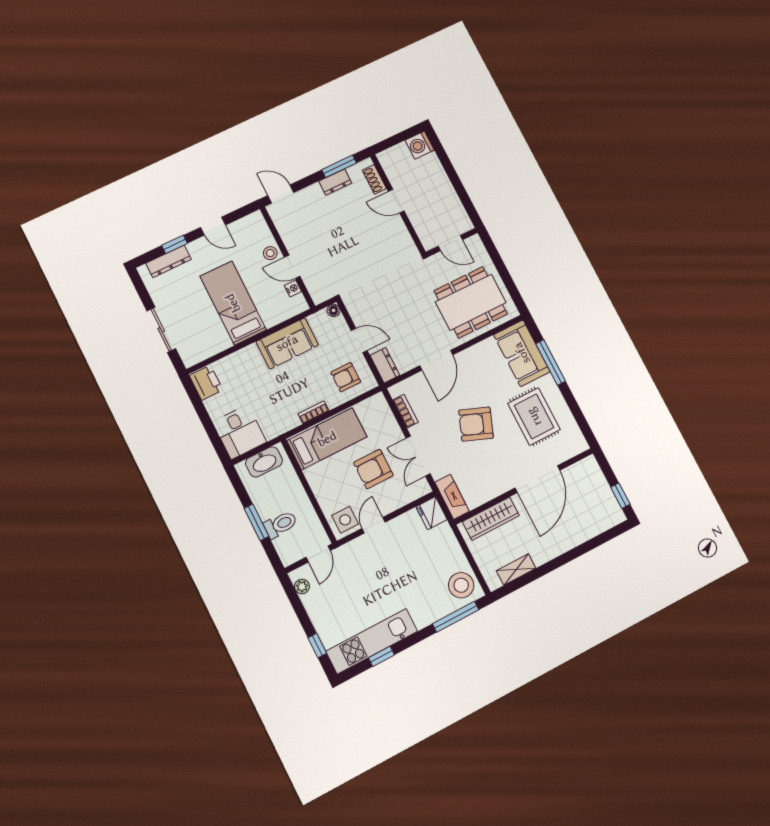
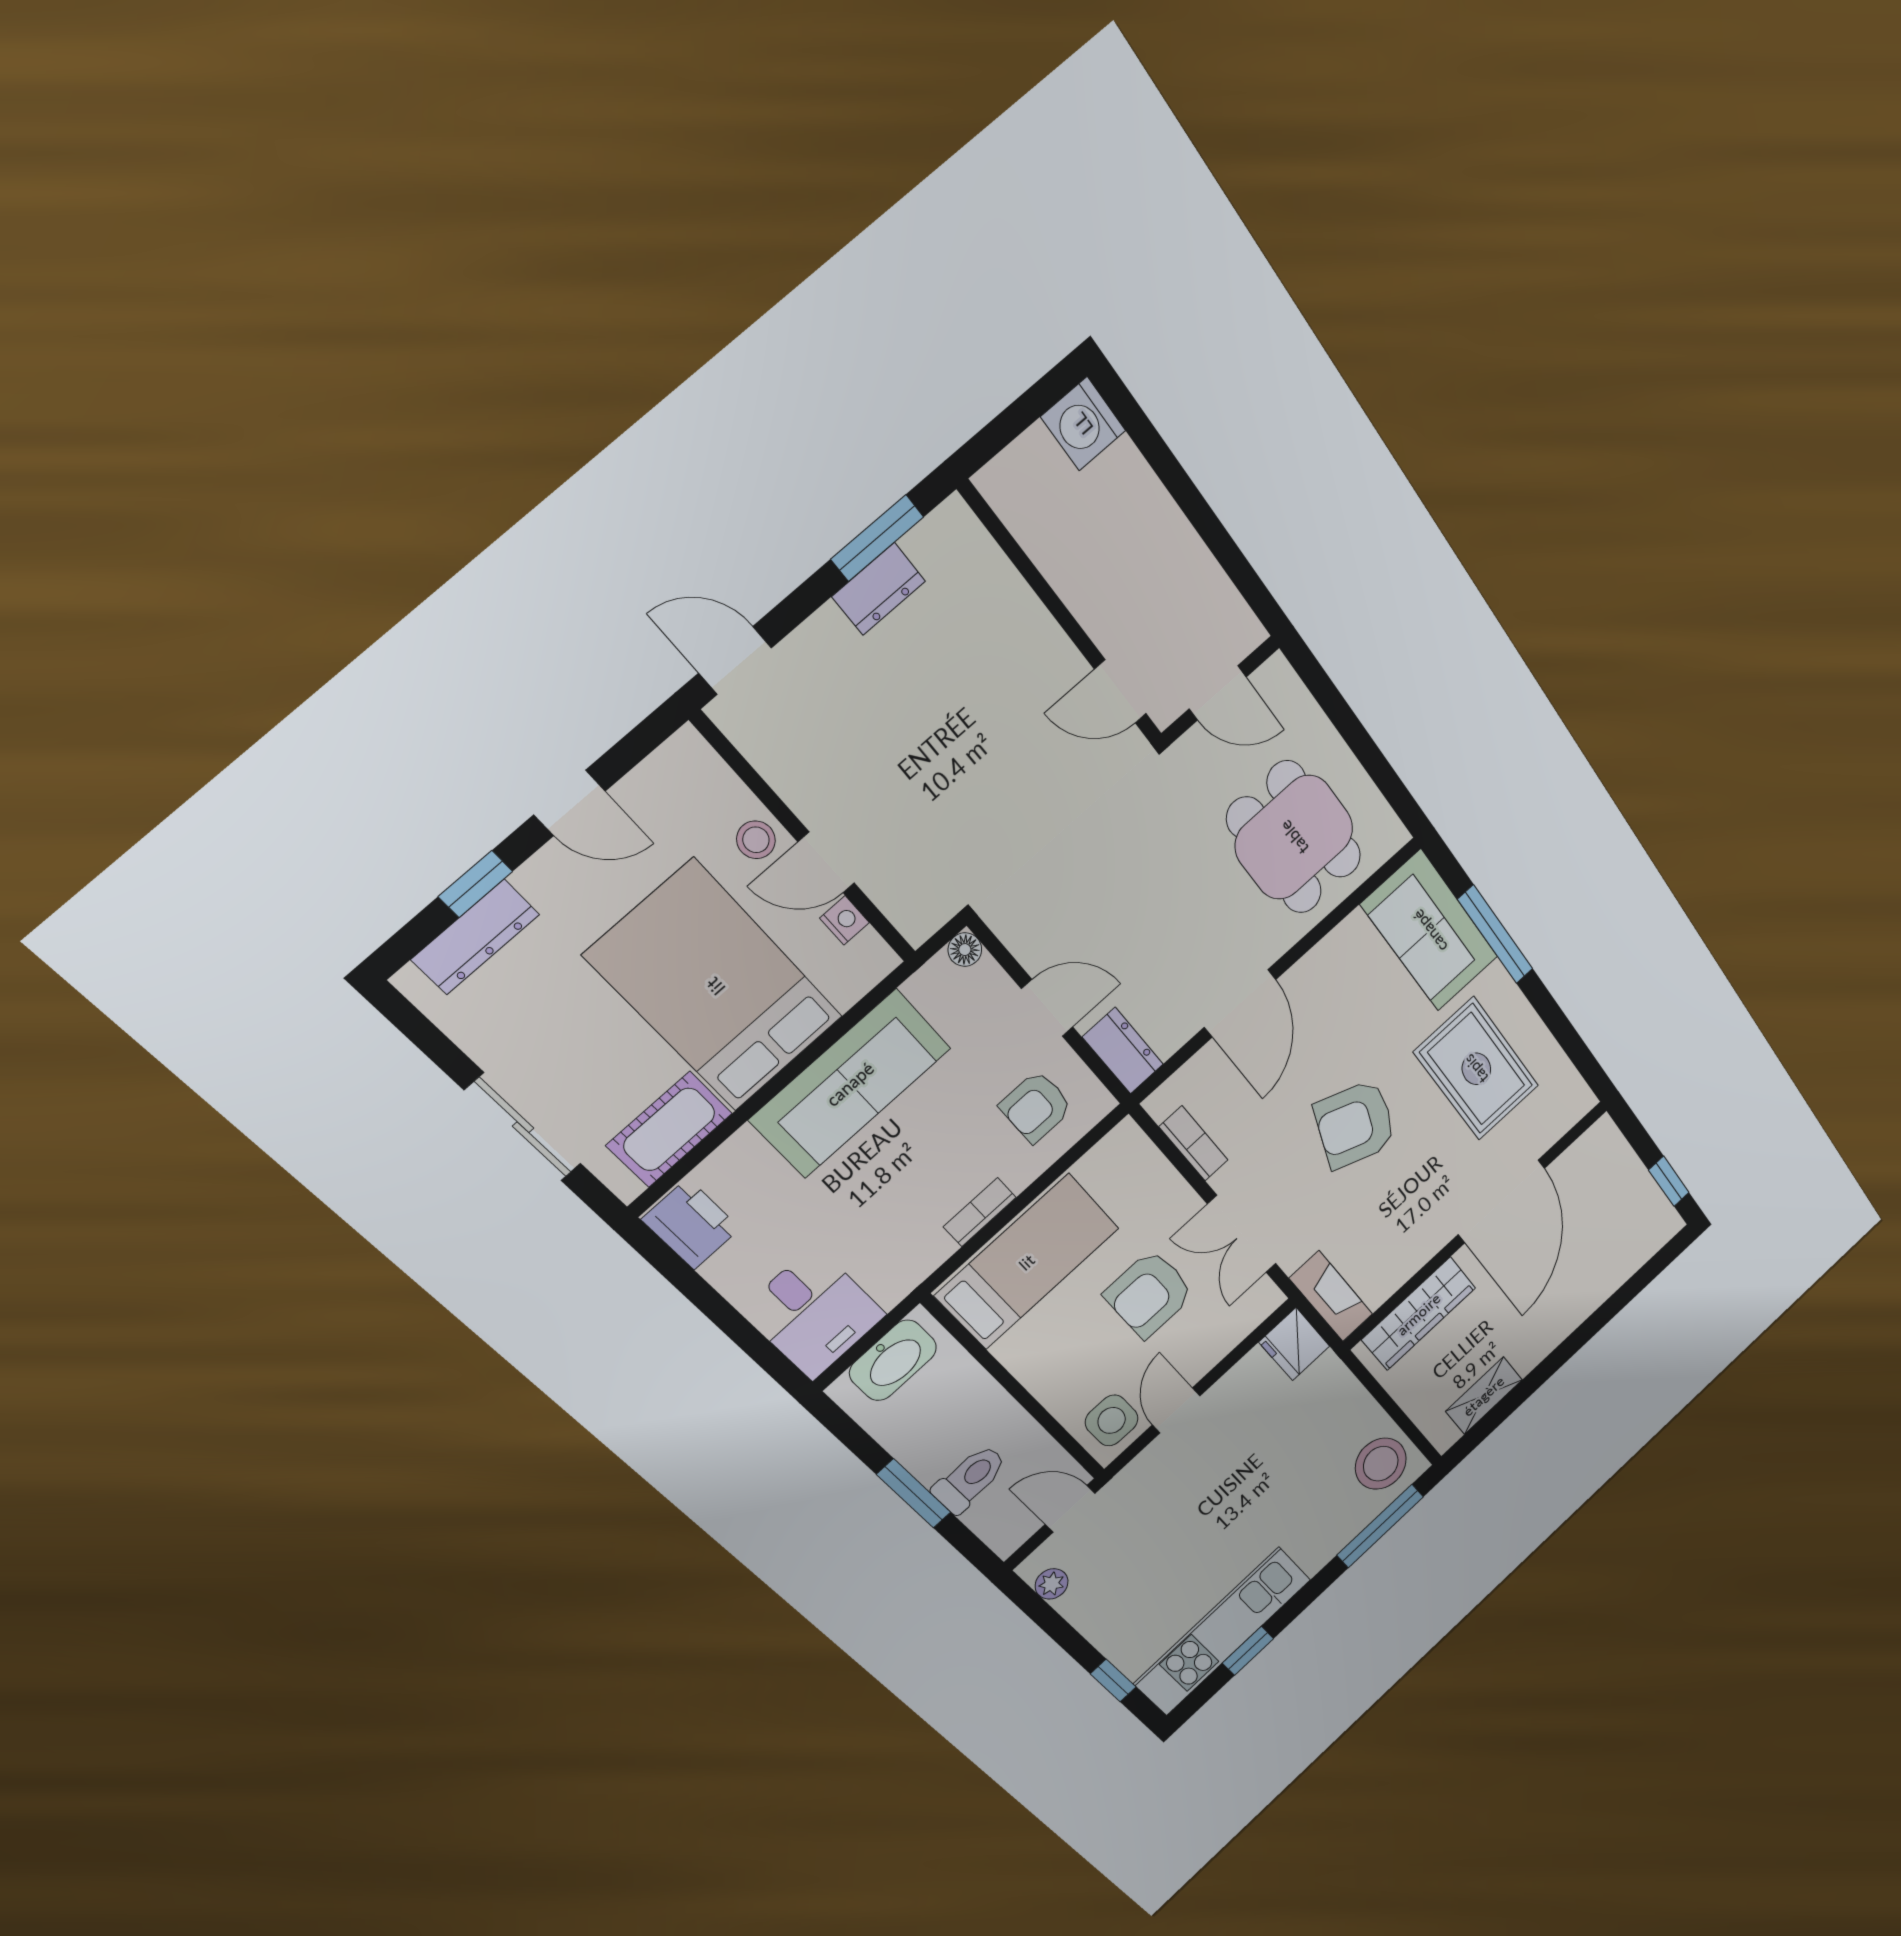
shoe rack: (374, 179) -> (984, 556), removed
door: (396, 201) -> (1120, 691), moved
dining table: (471, 302) -> (1294, 837), width x0.73
bed: (233, 303) -> (715, 986), width x1.50
sofa: (287, 343) -> (850, 1084), width x1.36
cot: (210, 345) -> (669, 1129), added
door: (318, 554) -> (1070, 1509), swing flipped

